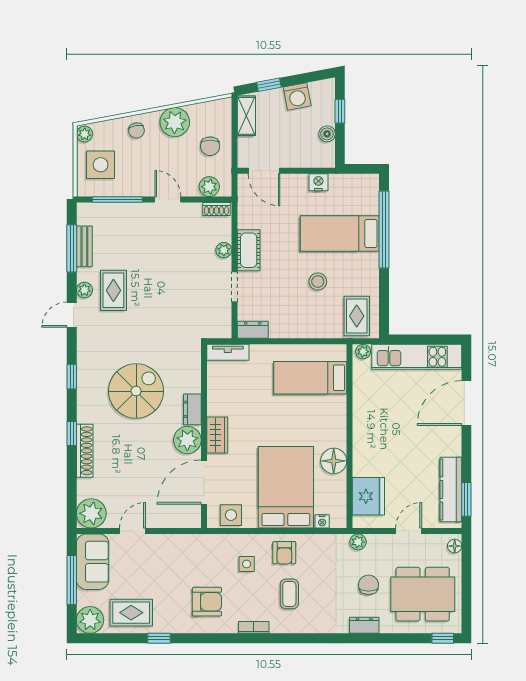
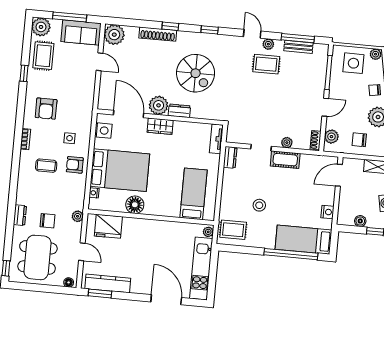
bed: (340, 234) -> (303, 240), moved, turned -90

